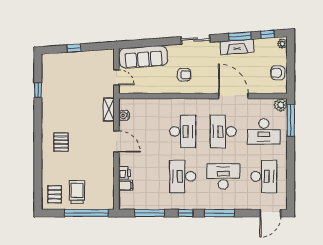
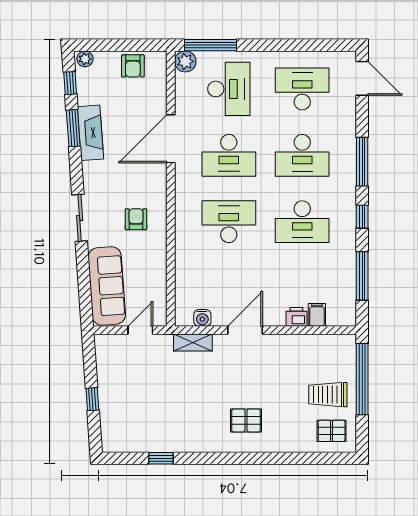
sliding door: (196, 39) -> (80, 218), moved
desk: (223, 176) -> (302, 155), turned -90

